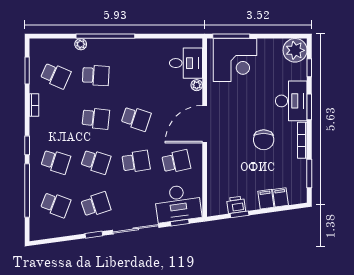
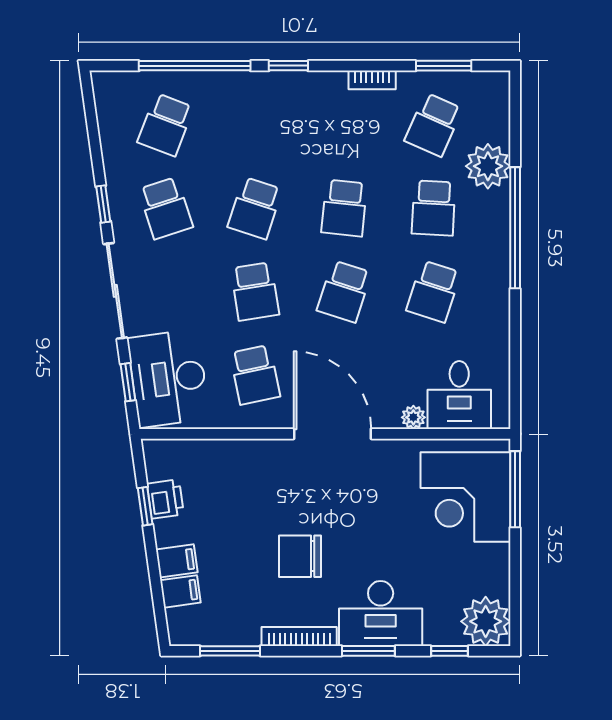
plant: (81, 44) -> (488, 166), width x1.87, depth x1.87
school desk: (56, 162) -> (434, 291), moved

